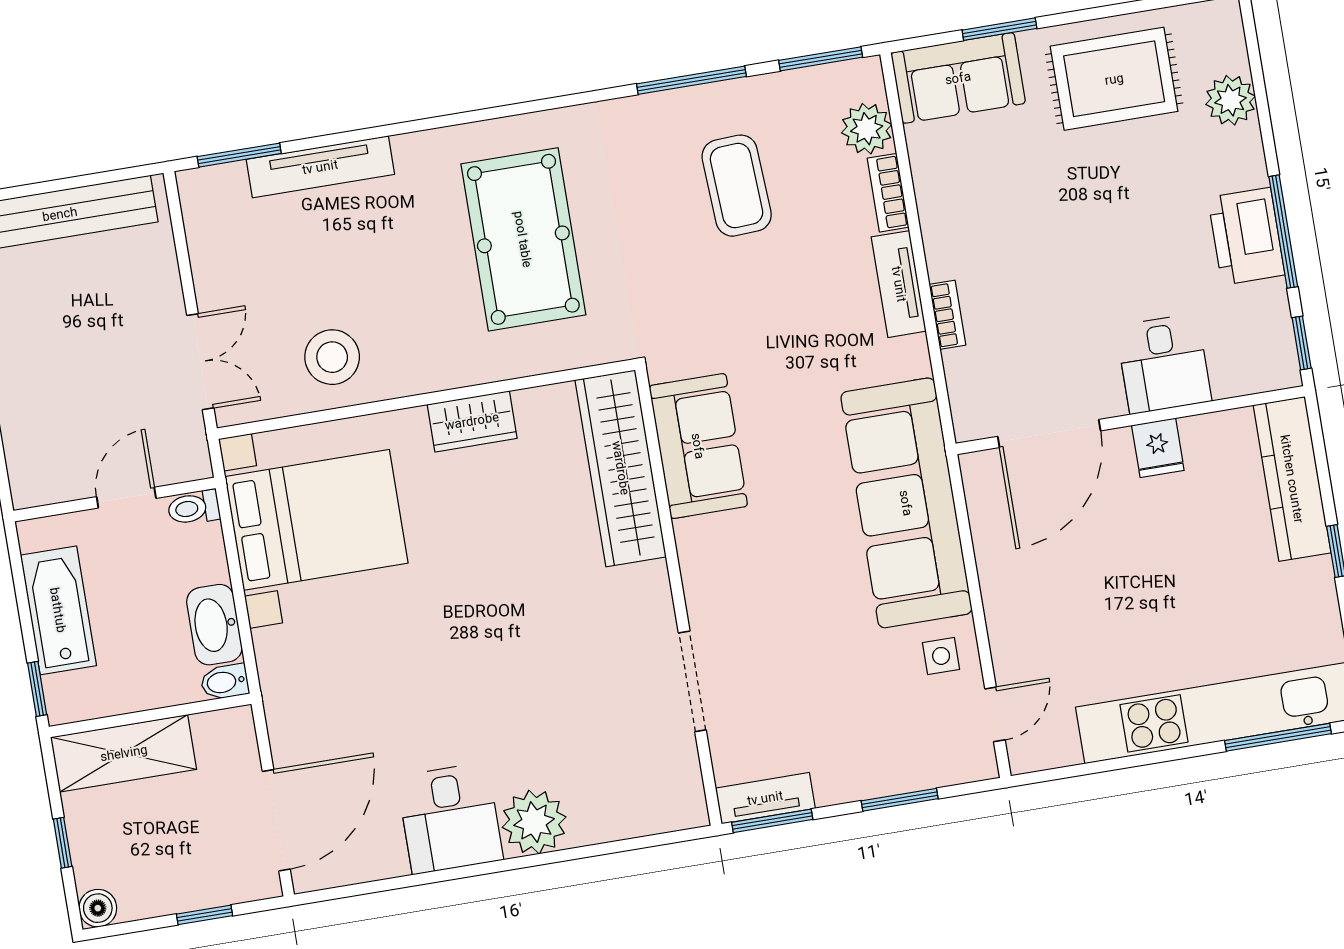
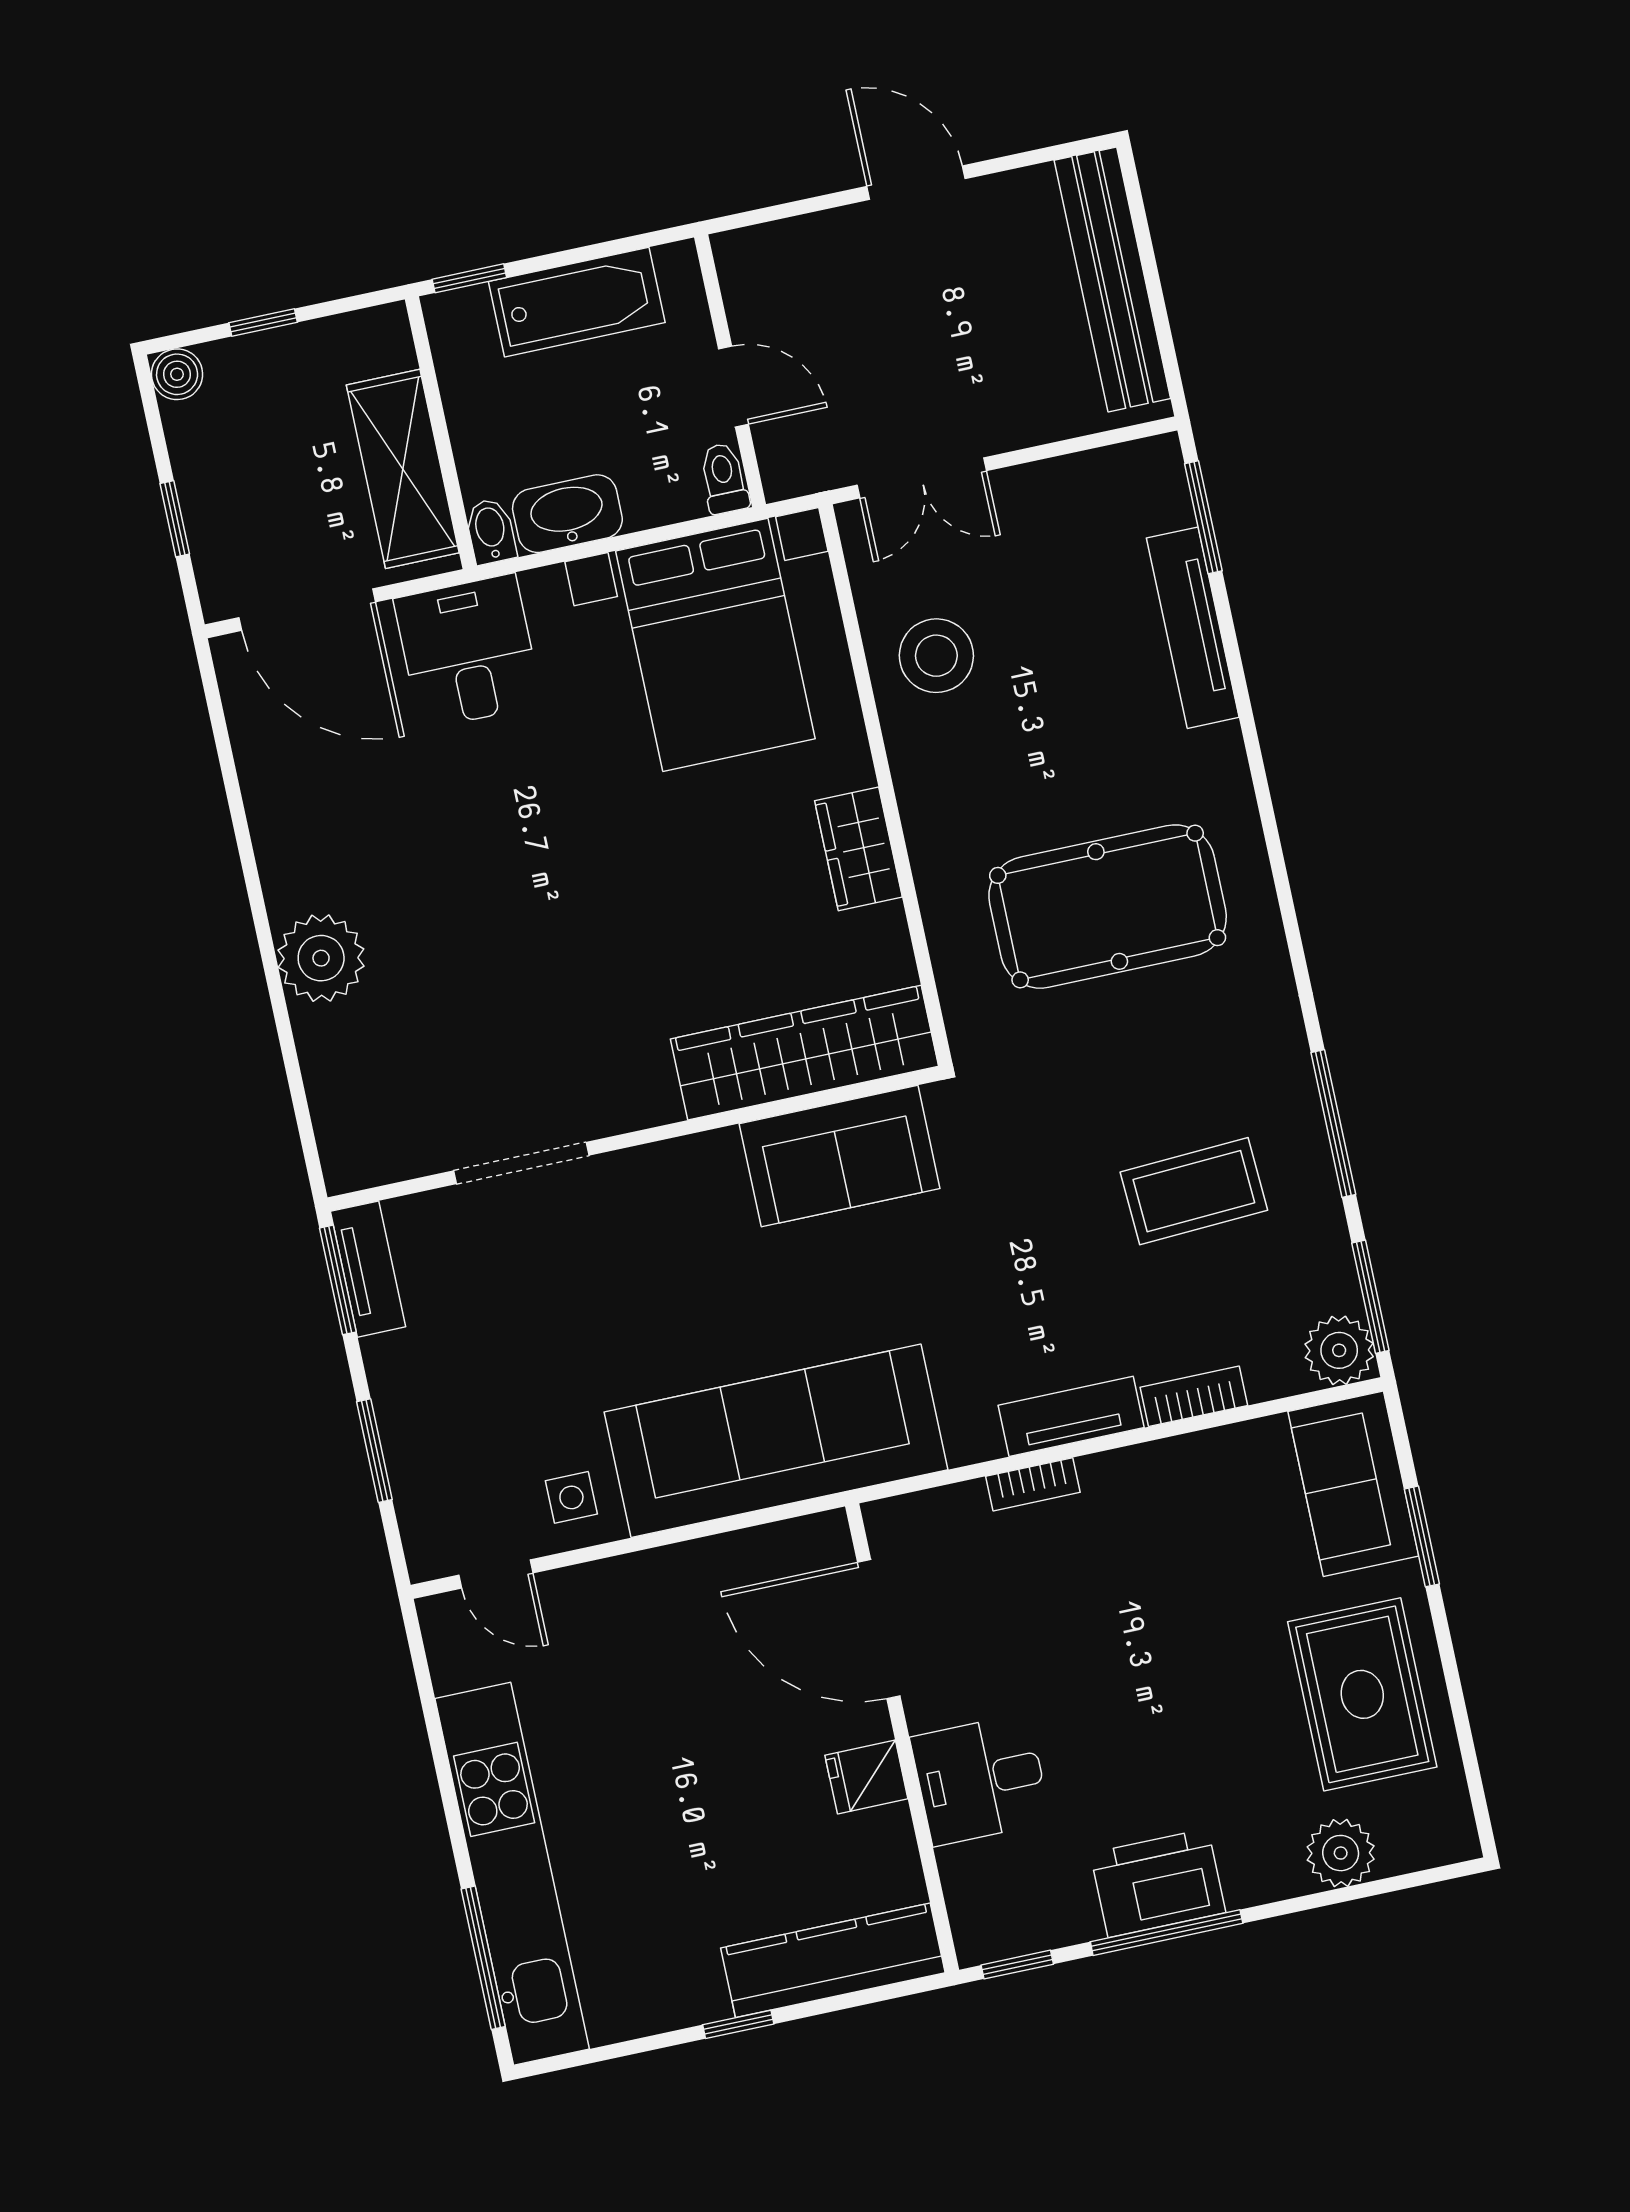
plant: (867, 129) -> (1339, 1350), moved
shelving: (124, 753) -> (403, 469), moved
desk: (450, 818) -> (468, 652), moved, turned 90

